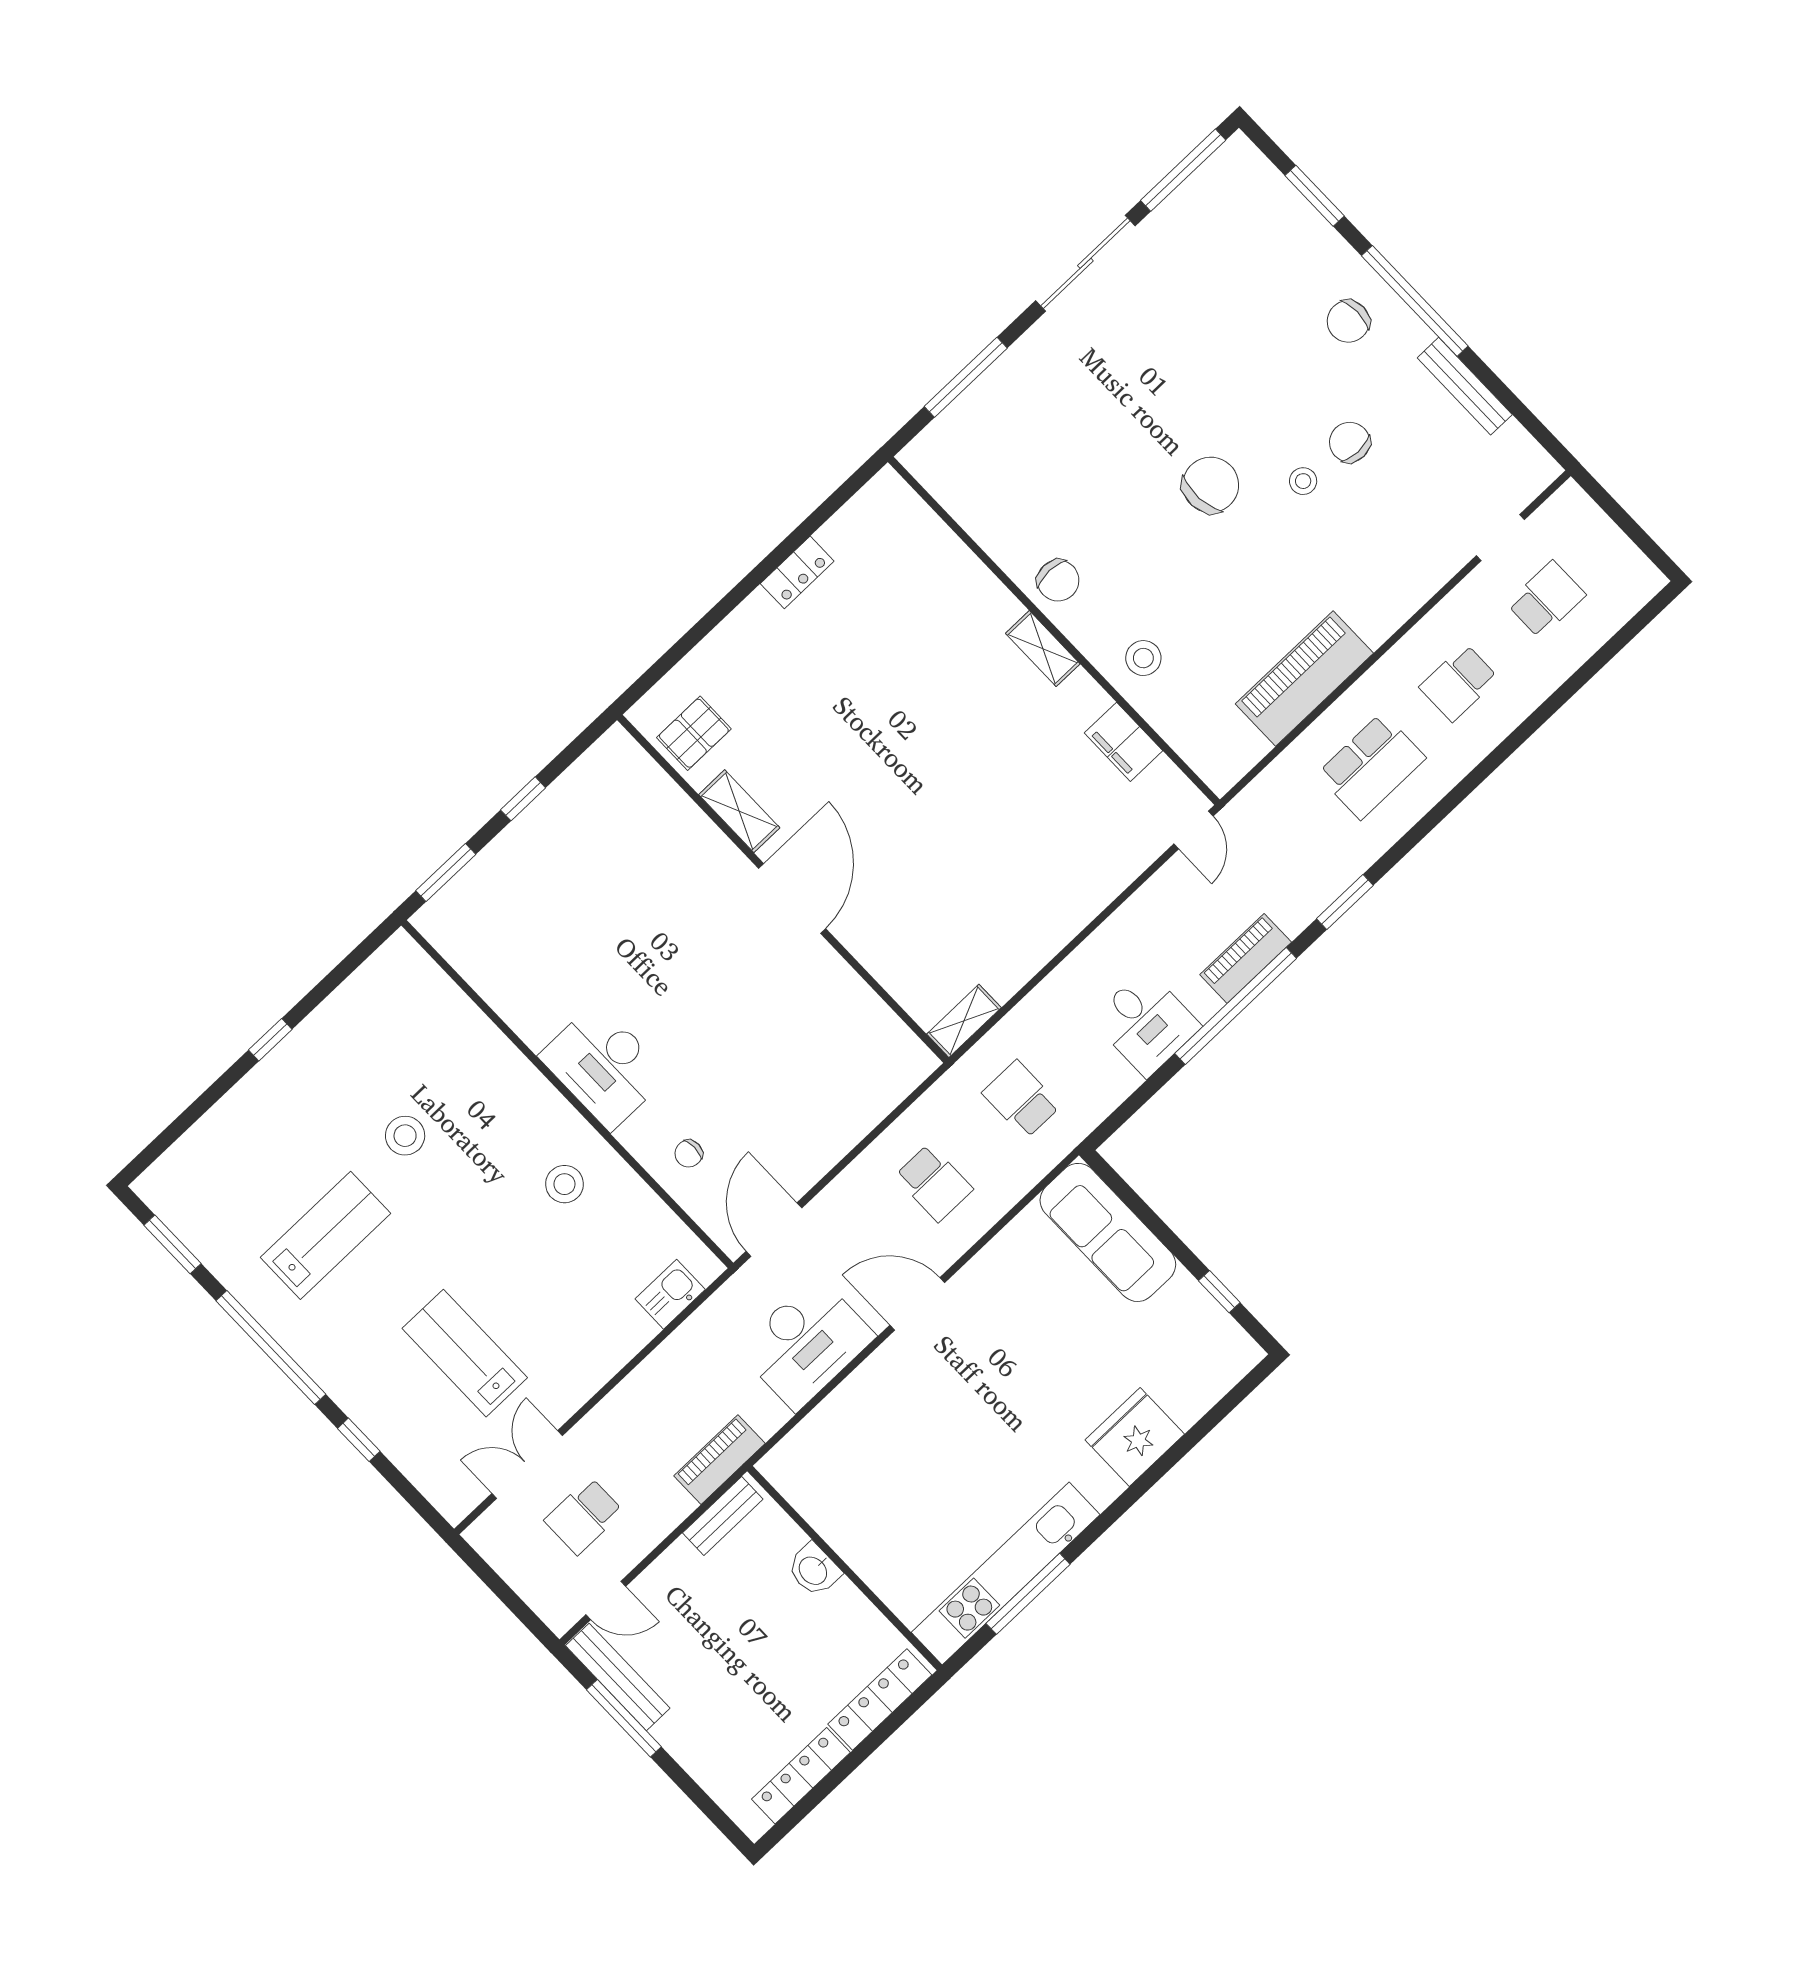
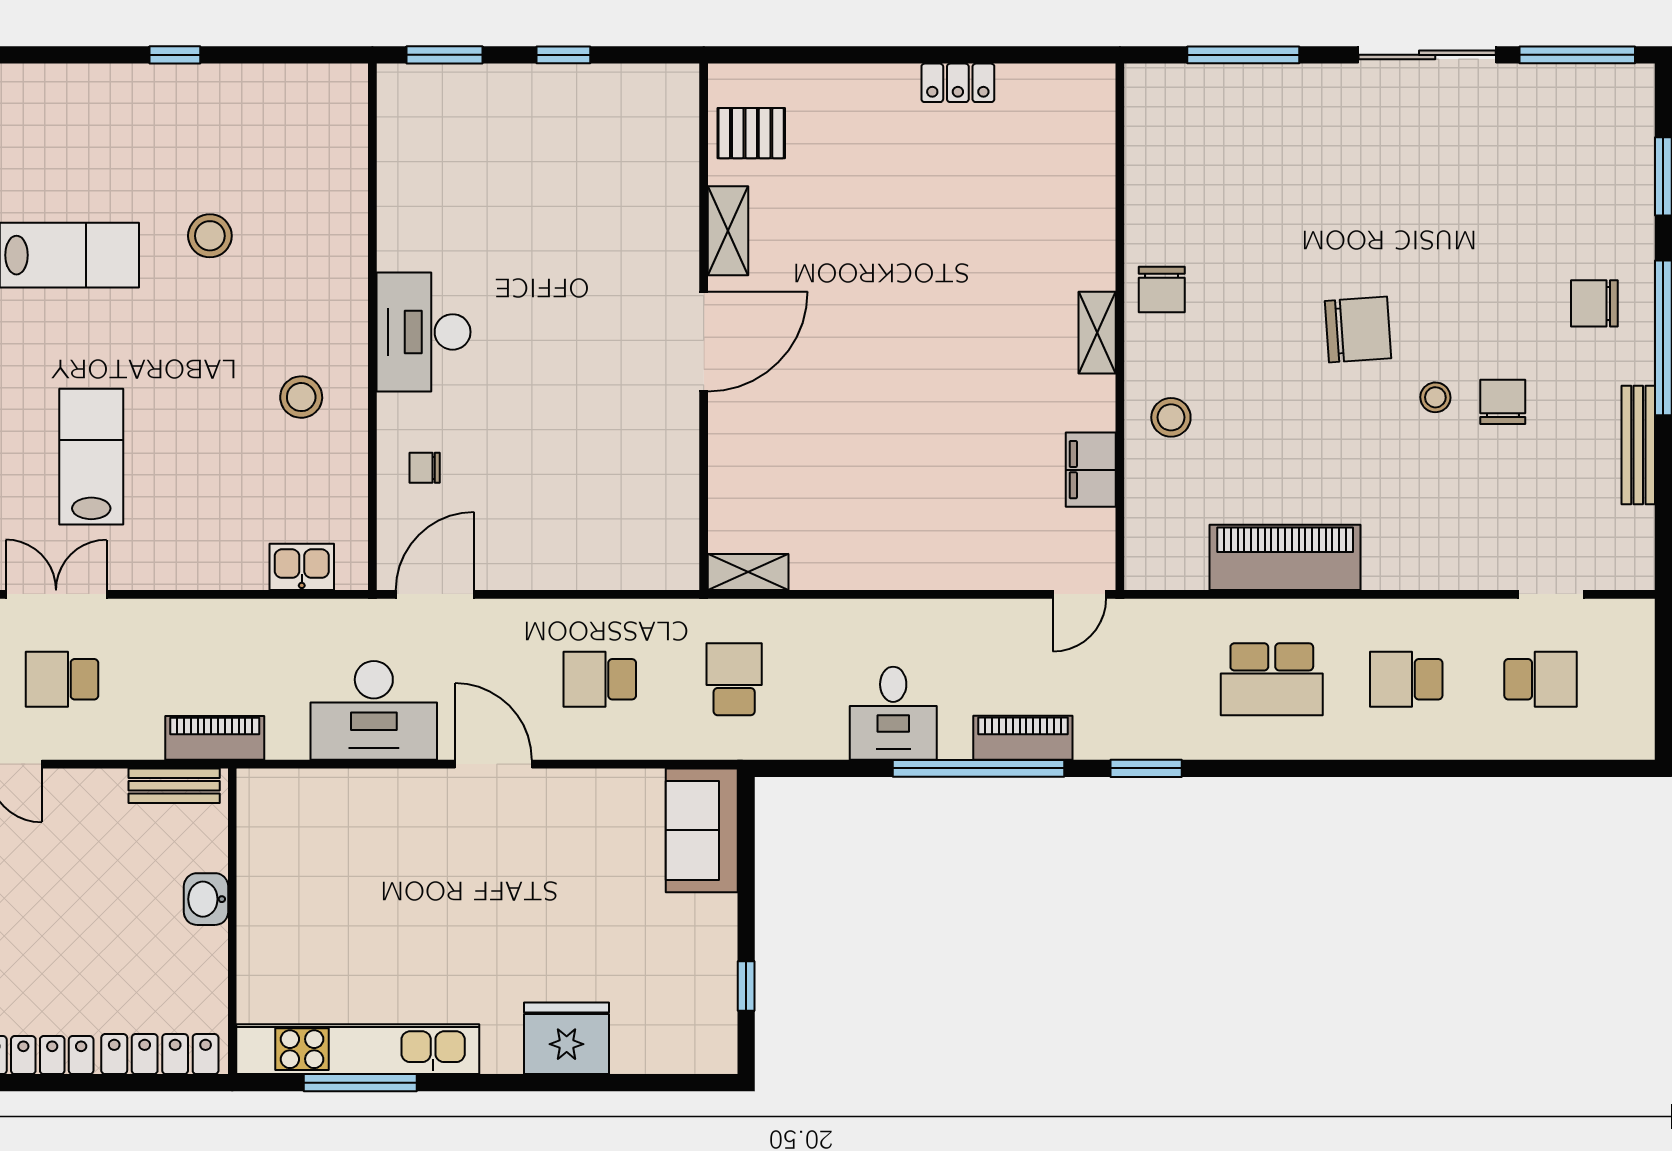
school desk: (934, 1183) -> (600, 679), turned 90
sofa: (1108, 1232) -> (702, 830), width x0.73

